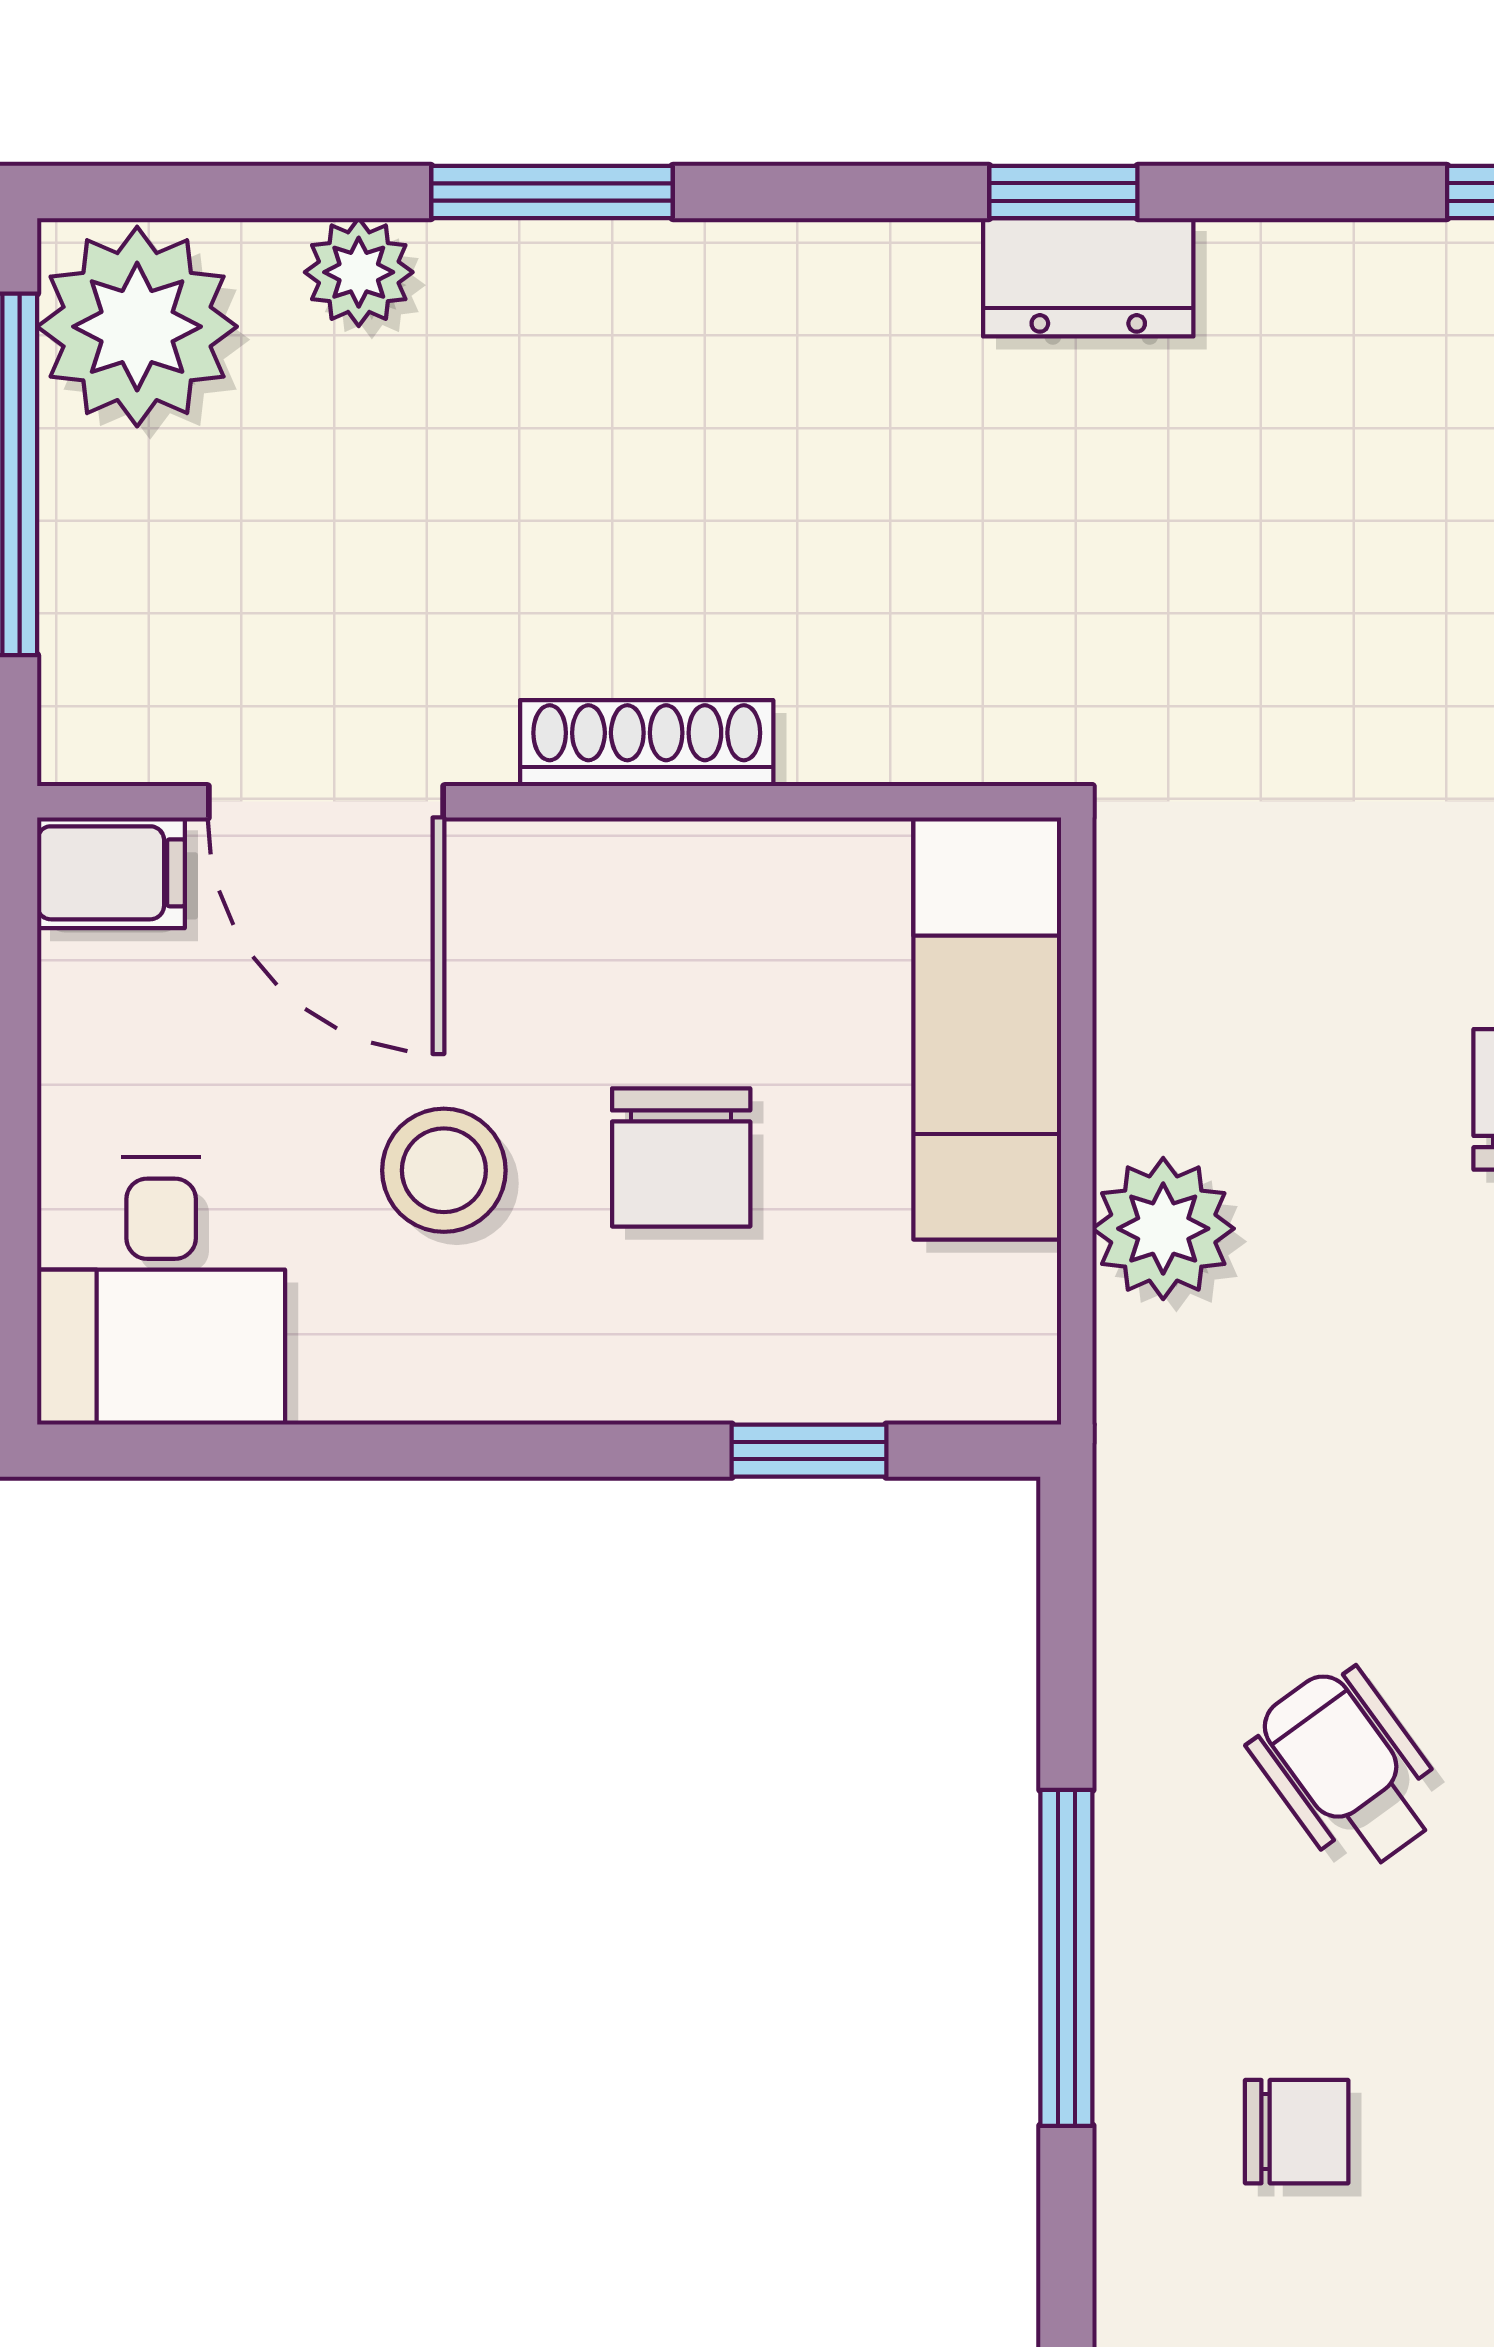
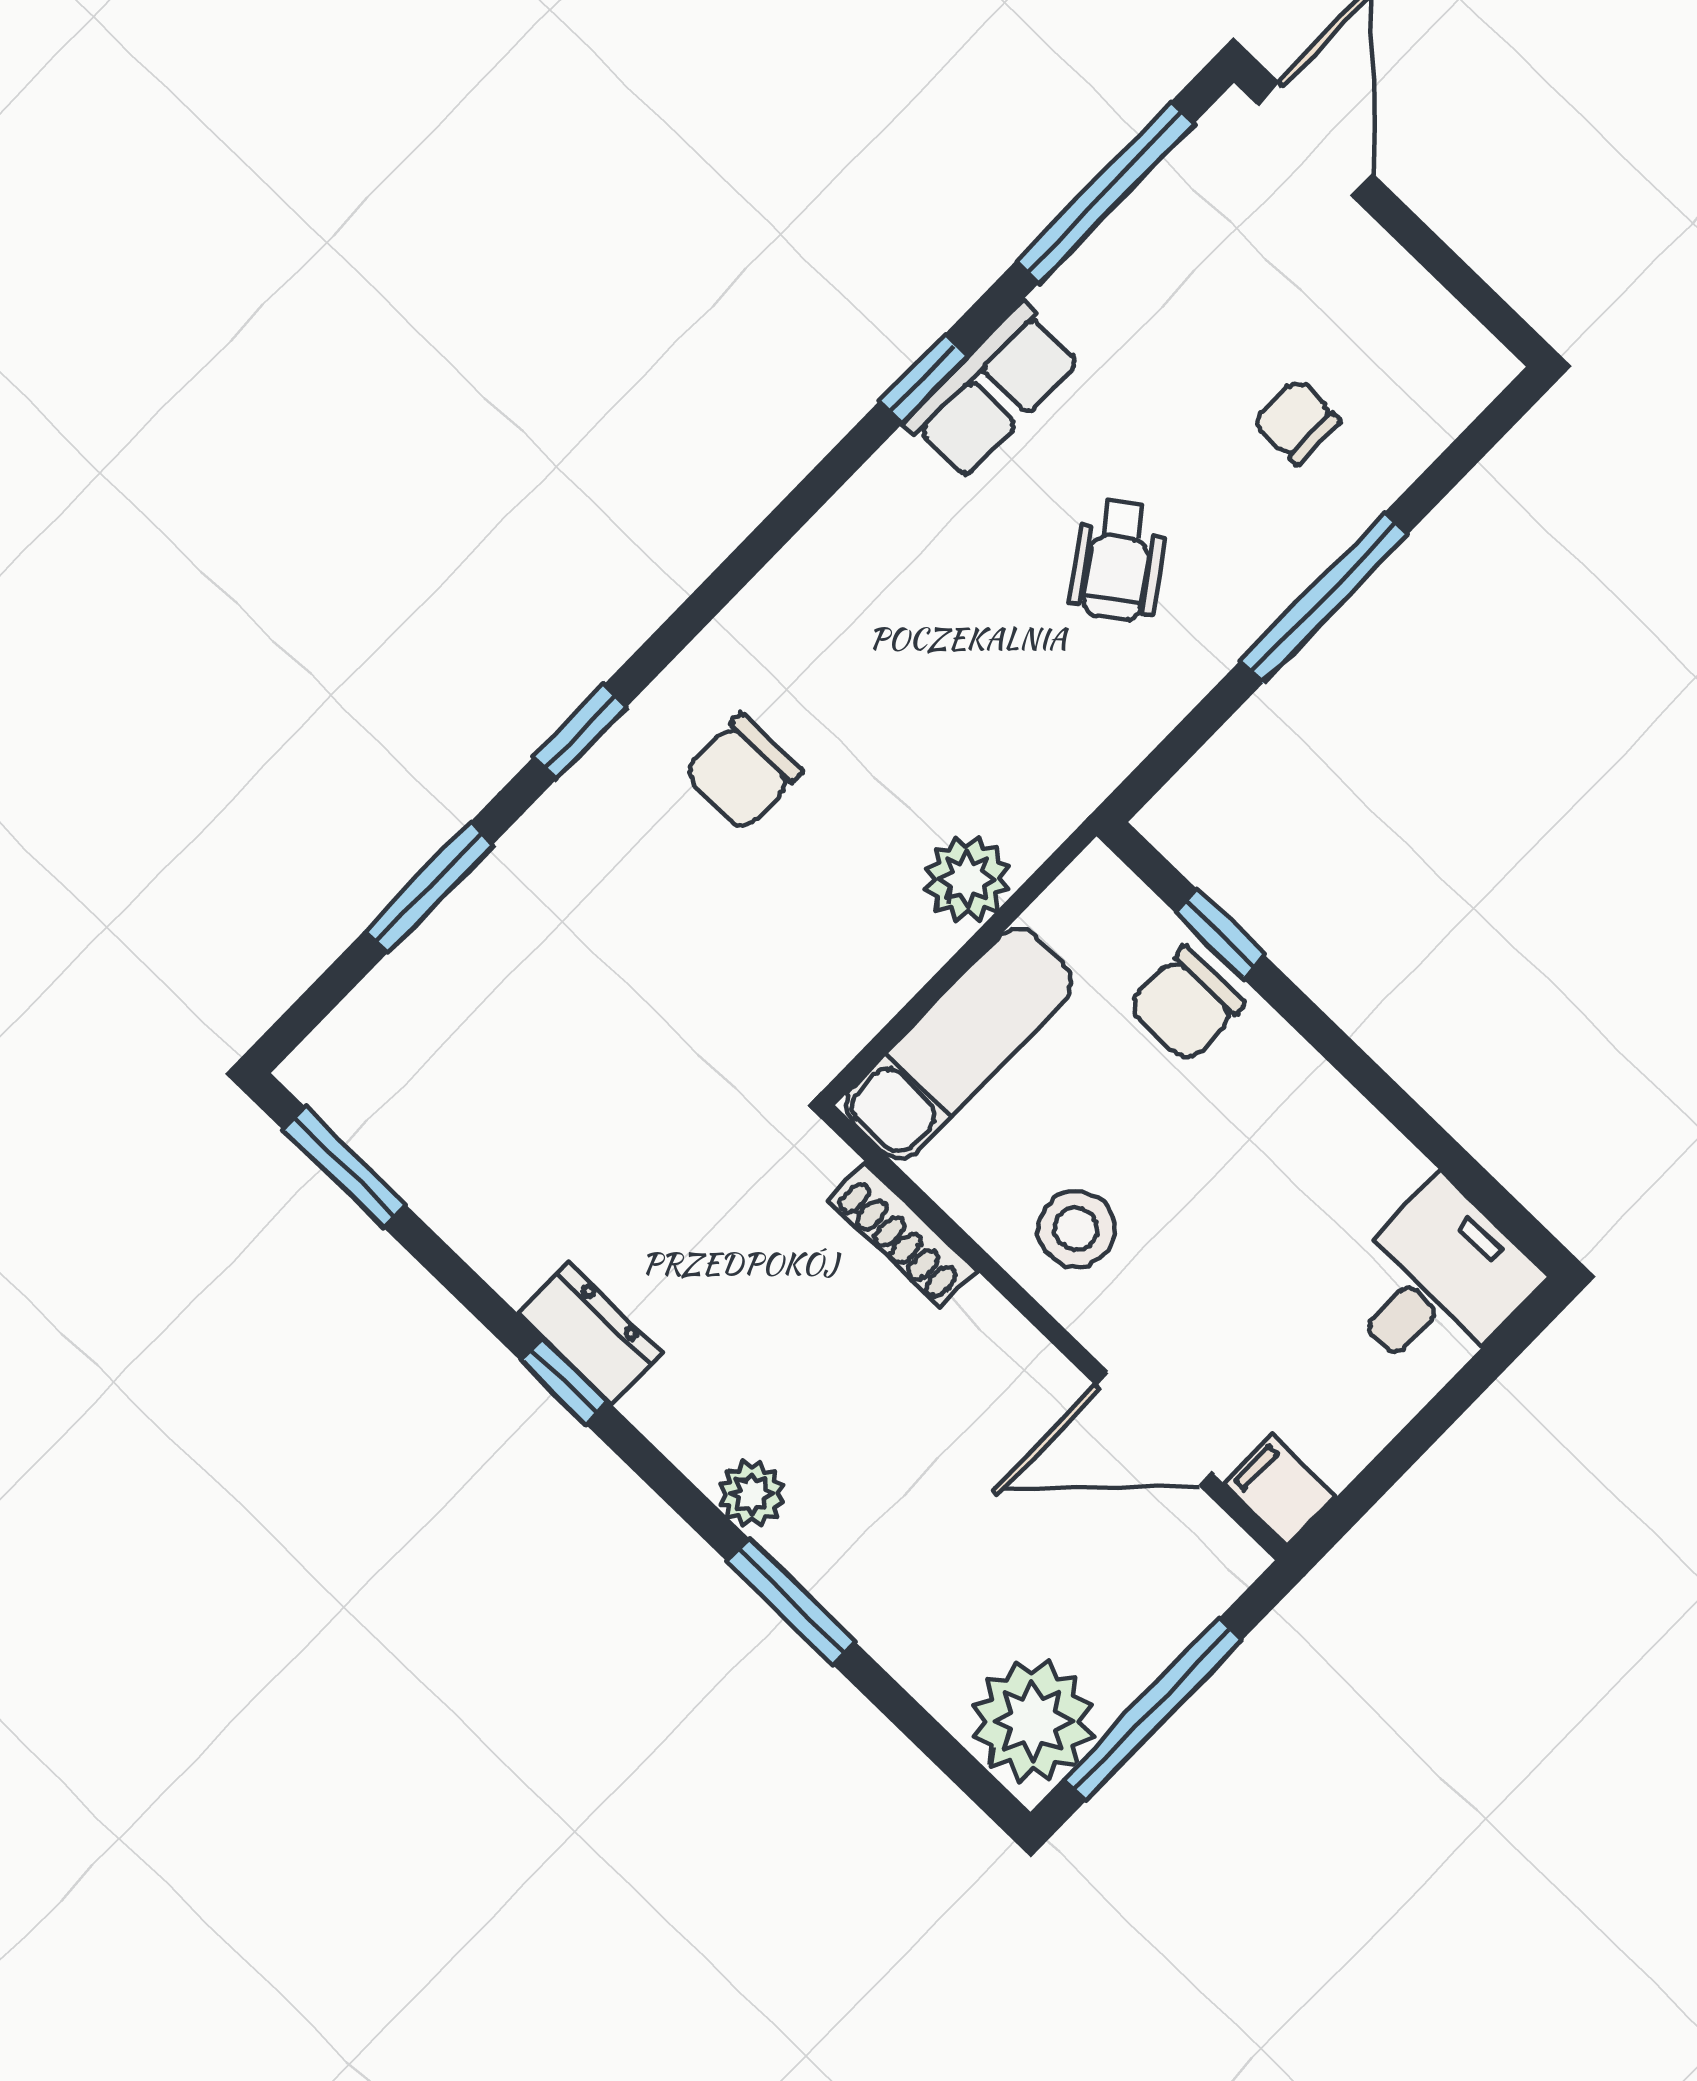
plant: (359, 272) -> (751, 1494), moved
shoe rack: (647, 743) -> (902, 1235), moved
door: (326, 802) -> (1154, 1429), swing flipped
chair: (681, 1157) -> (1186, 1005), moved, turned 180
stool: (444, 1170) -> (1076, 1229), moved

